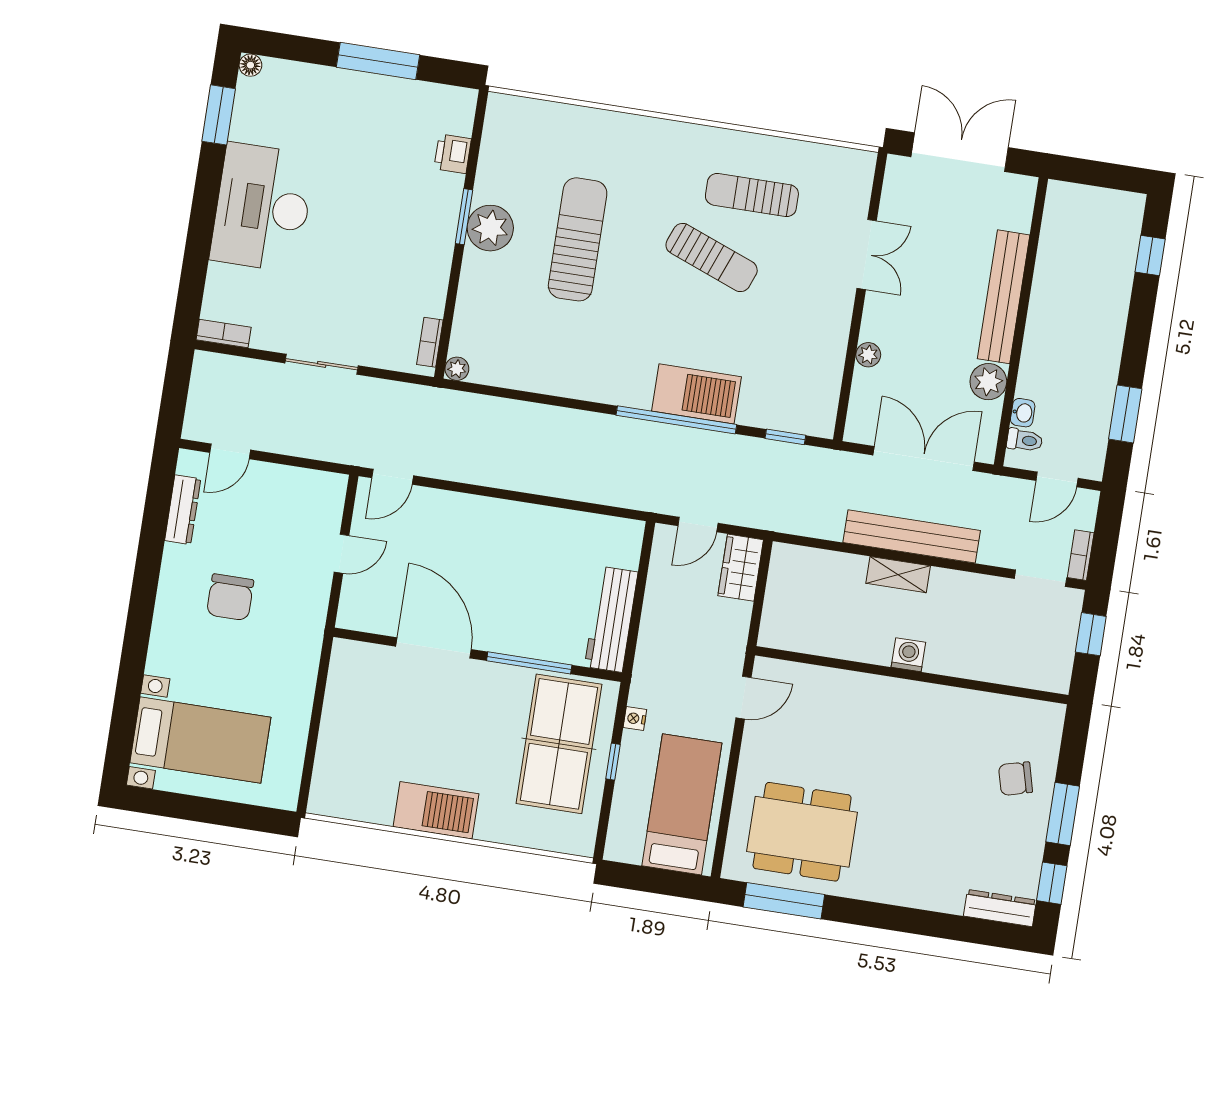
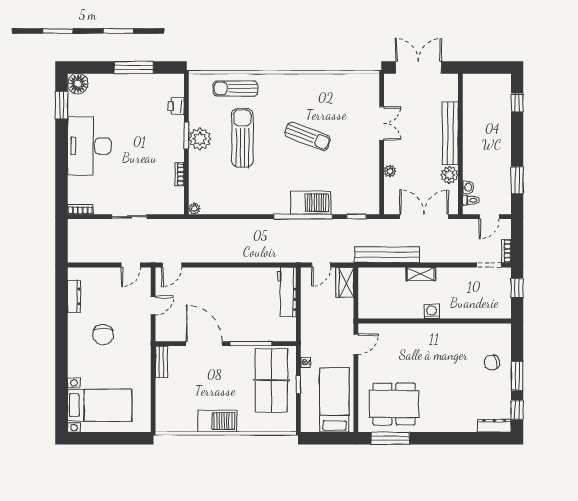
floor lamp: (250, 65) -> (78, 84), width x1.89, depth x1.89
sun lounger: (752, 195) -> (235, 88), moved
bookcase: (430, 342) -> (179, 174), moved
door: (230, 451) -> (131, 265), moved
bench: (912, 536) -> (387, 255), moved
workbench: (611, 619) -> (287, 292), moved
bench: (341, 671) -> (161, 362), added

